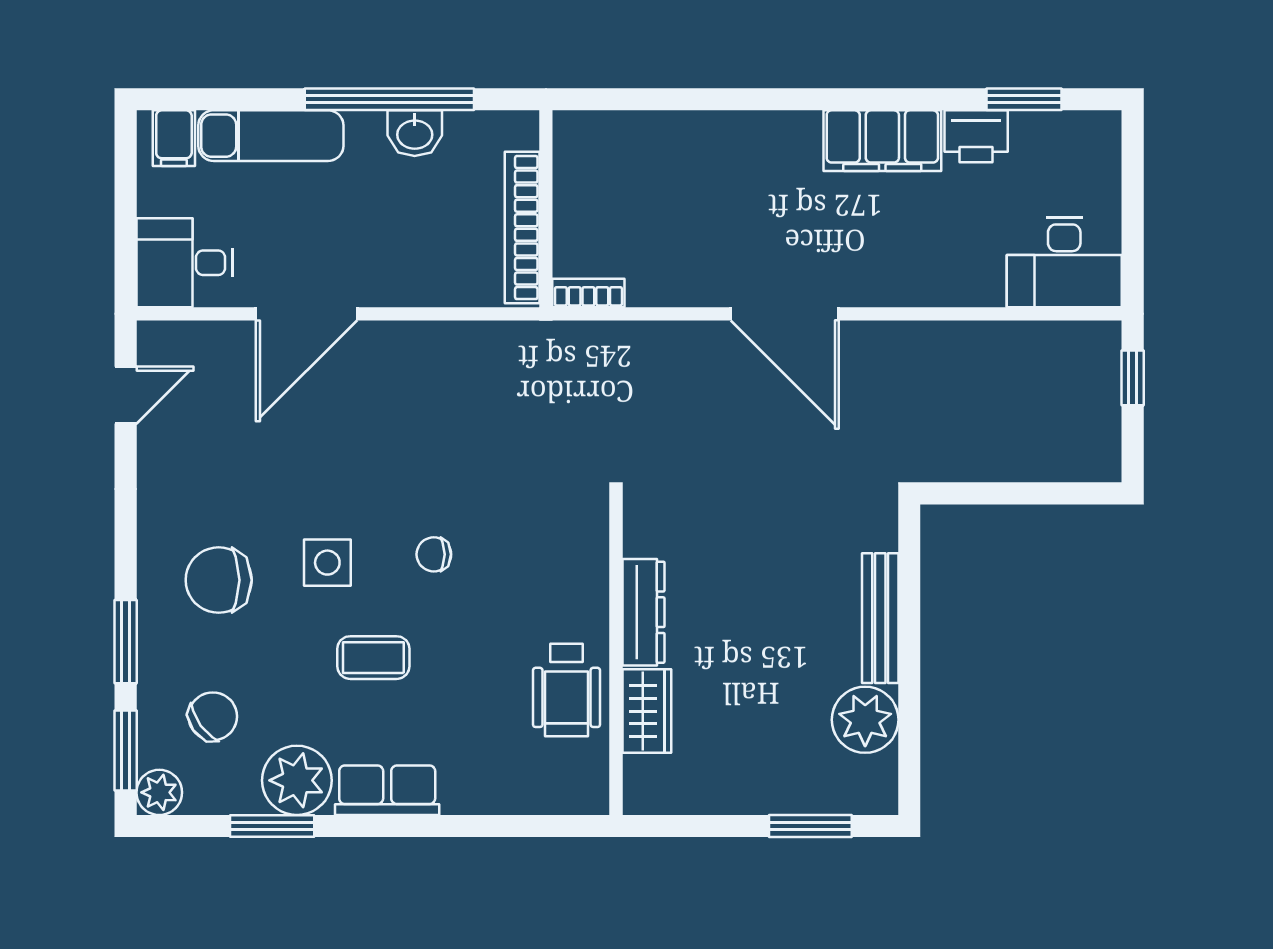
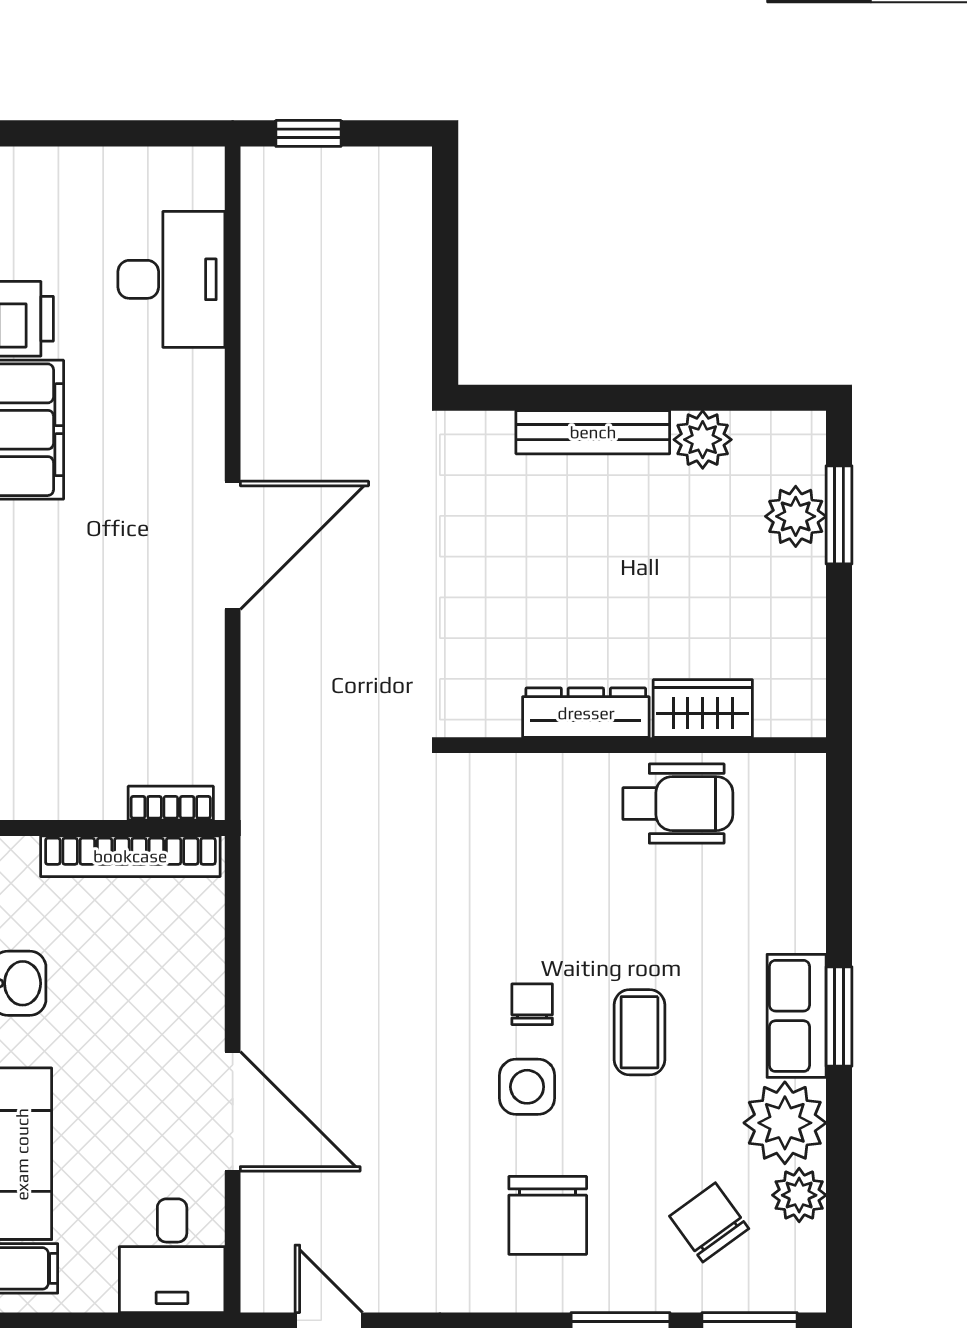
desk: (1064, 262) -> (171, 279), moved
bookcase: (588, 293) -> (171, 803), moved, turned 90
chair: (434, 554) -> (532, 1004), moved, turned 180
plant: (865, 720) -> (703, 440), width x0.73, depth x0.73
plant: (809, 789) -> (796, 516), added
plant: (159, 792) -> (799, 1195), moved
window: (272, 826) -> (839, 1016), moved

